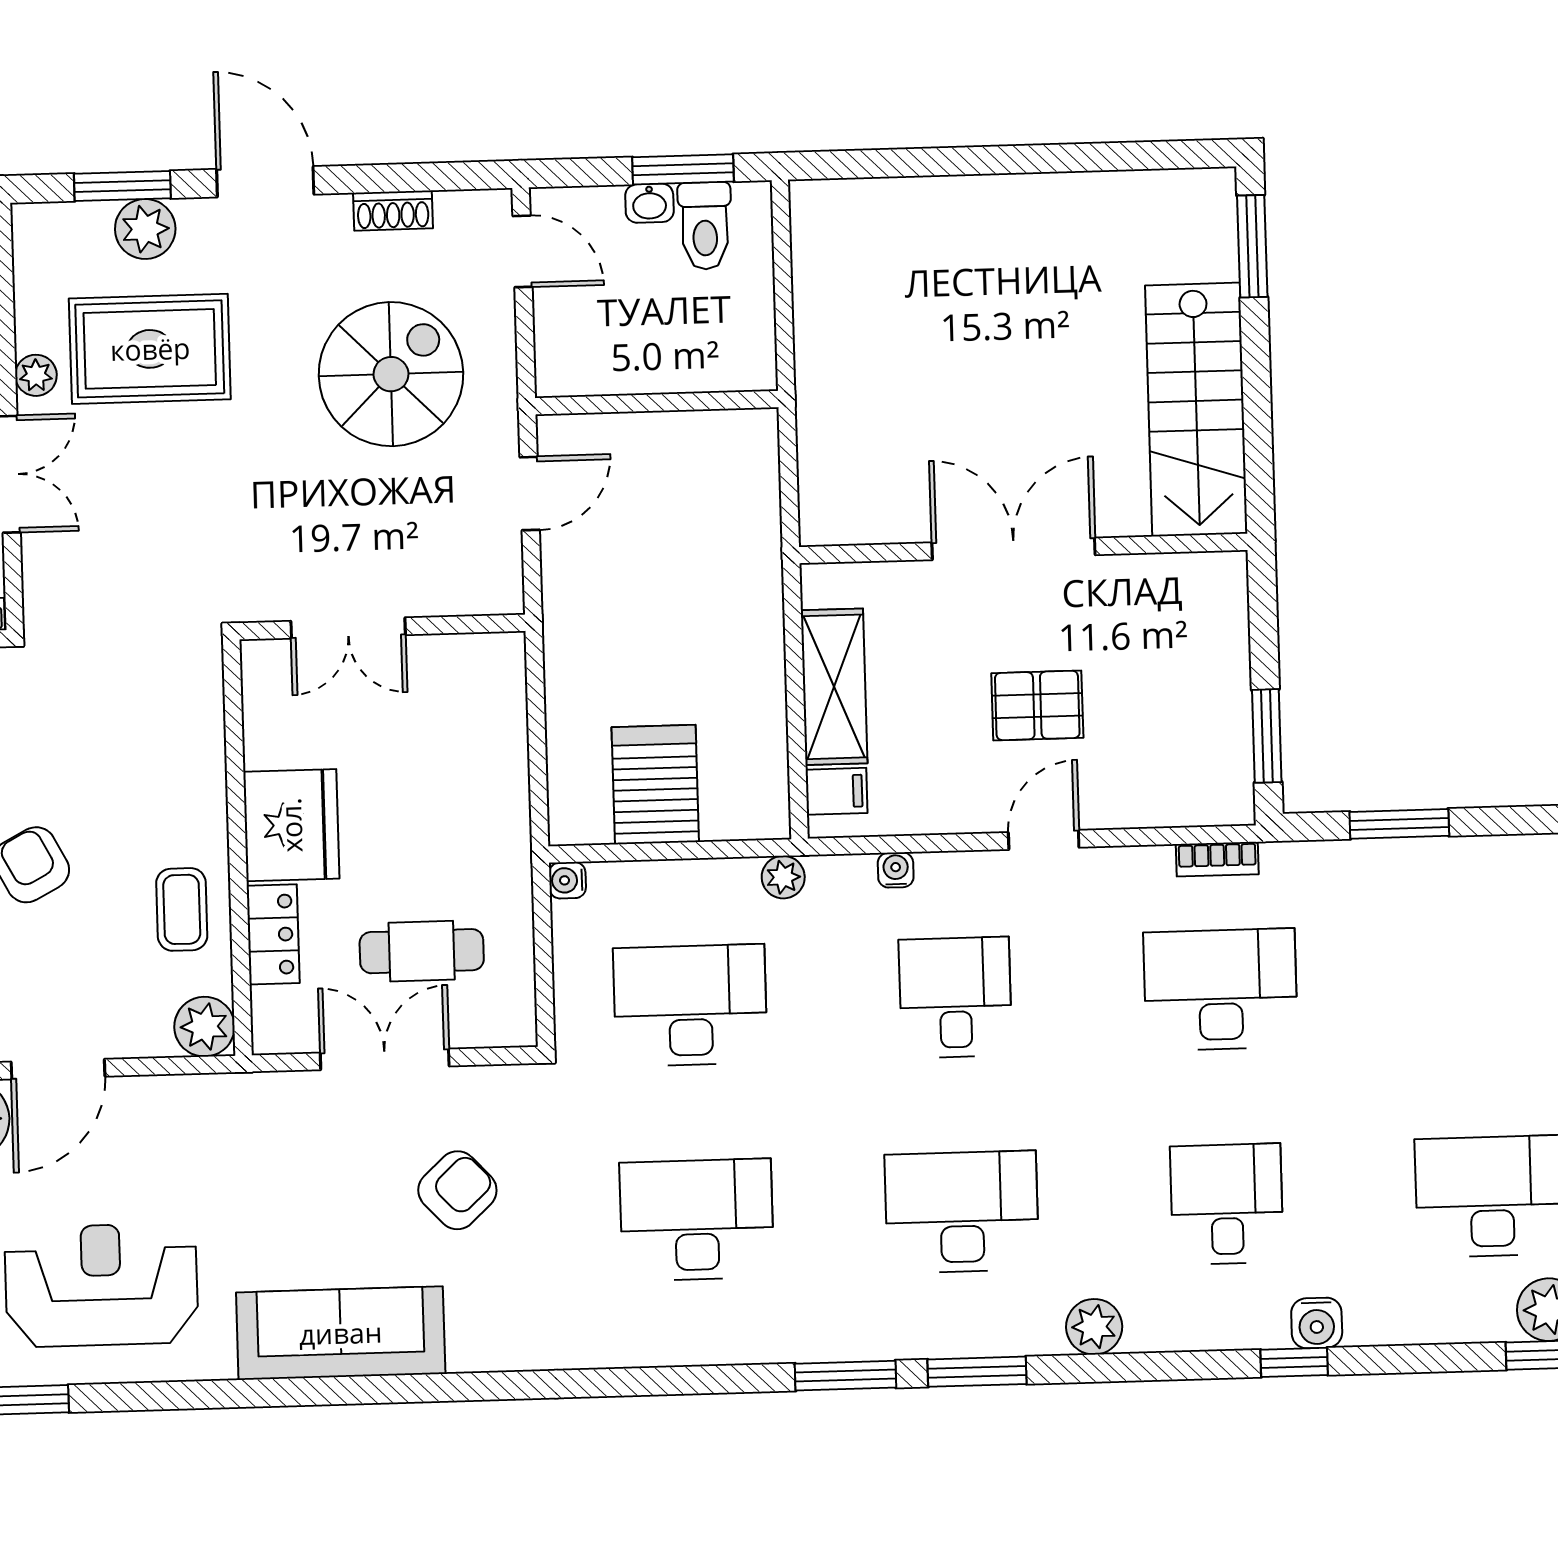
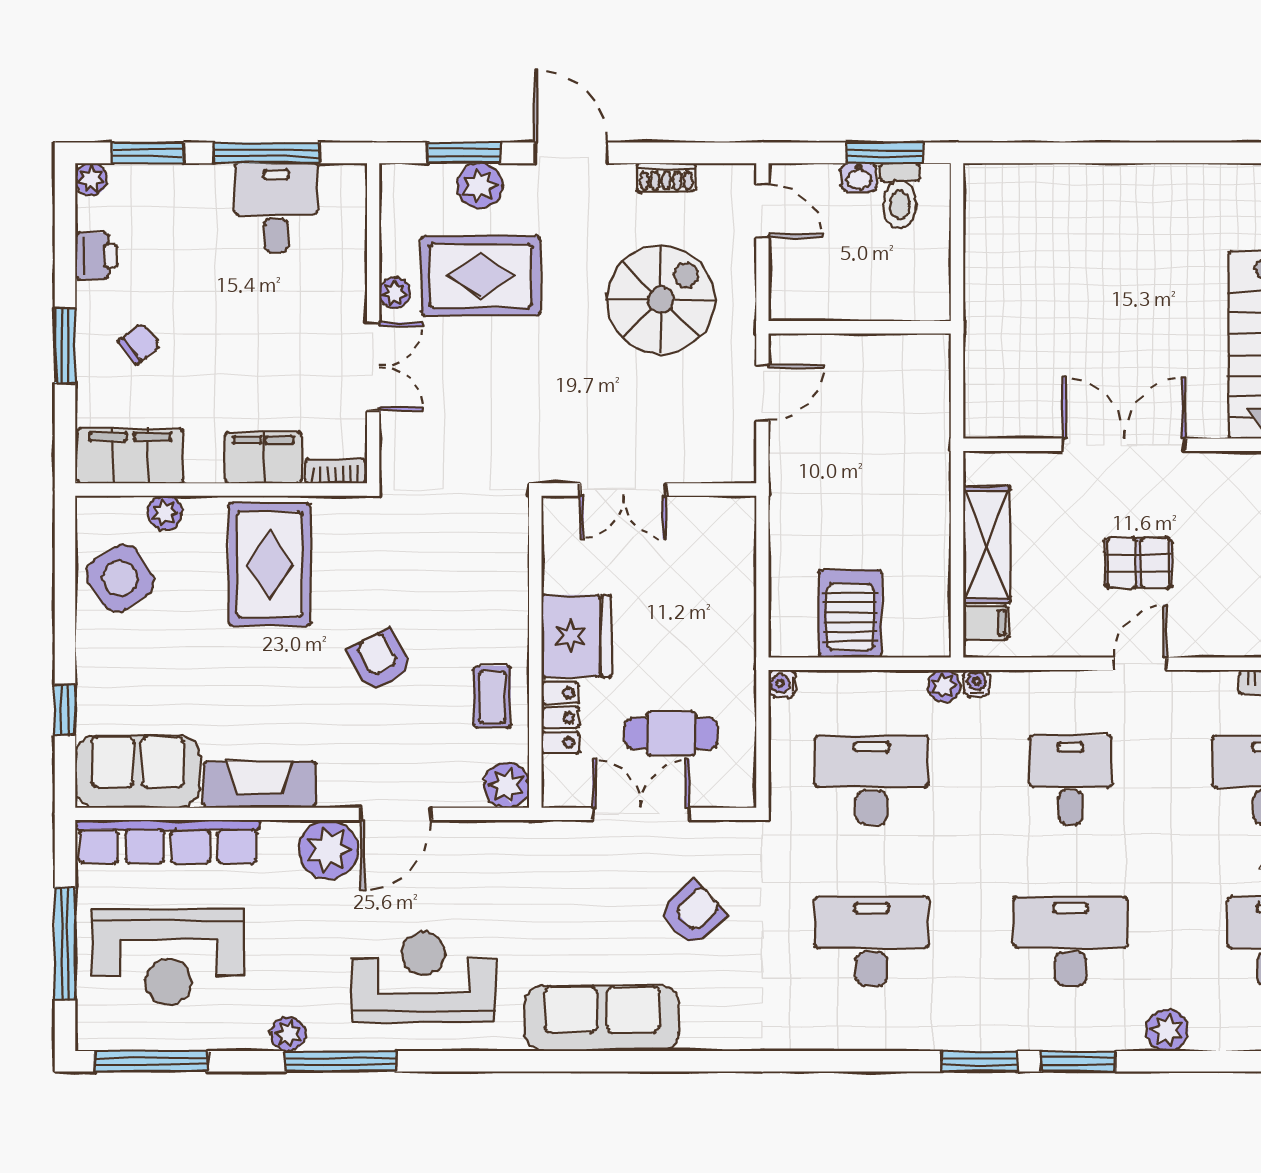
water cooler: (896, 870) -> (976, 683), moved

